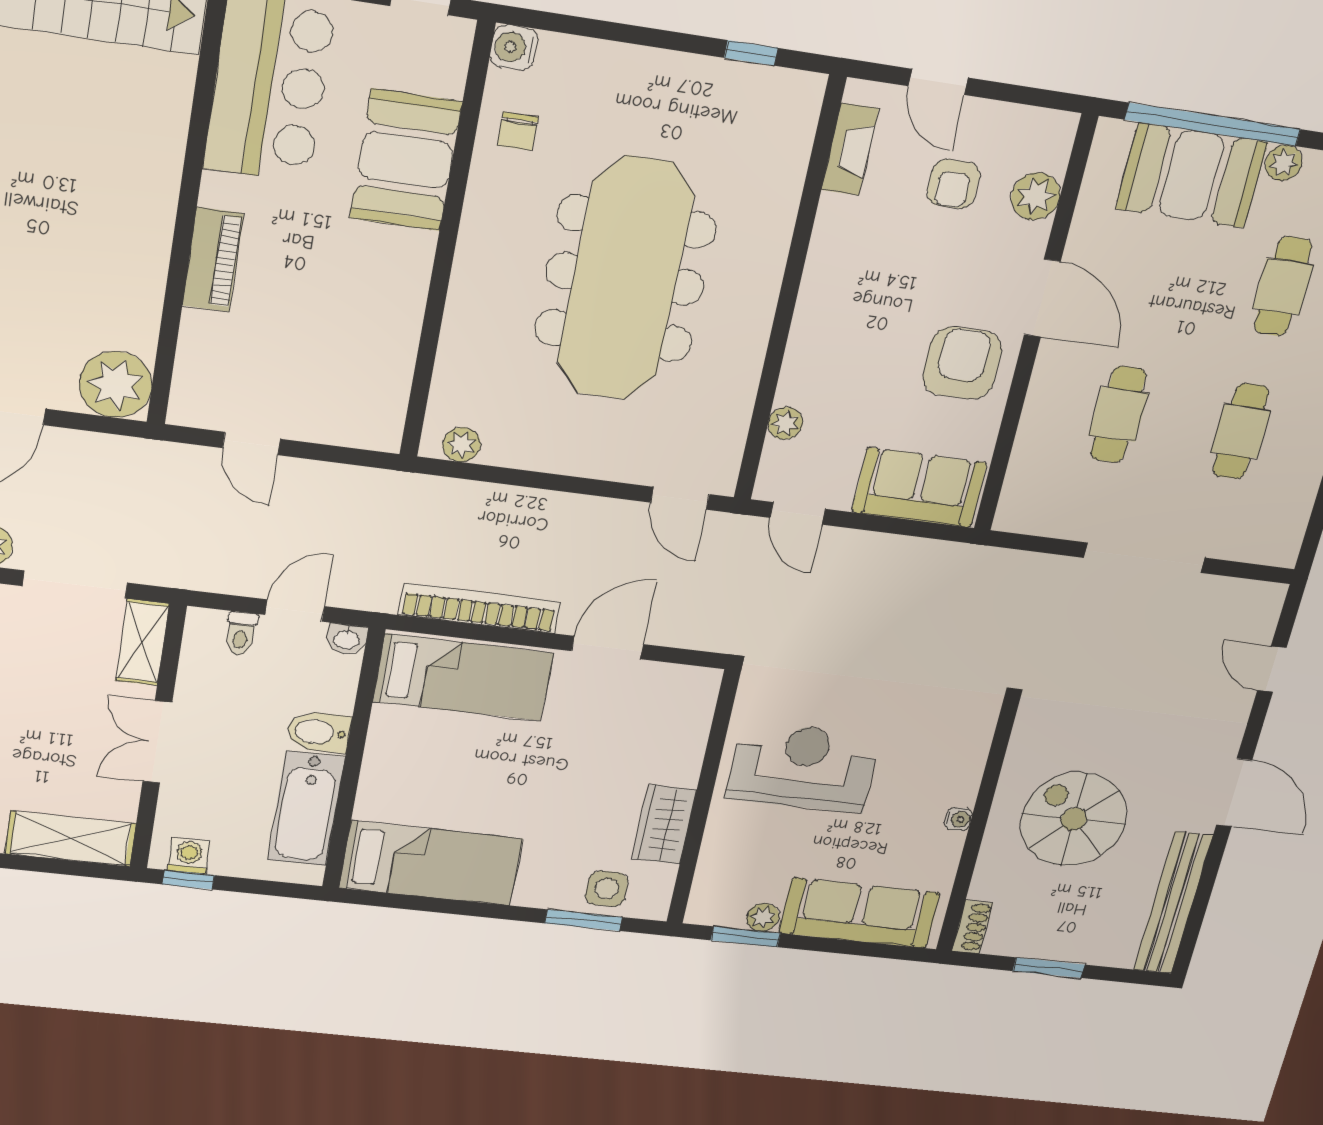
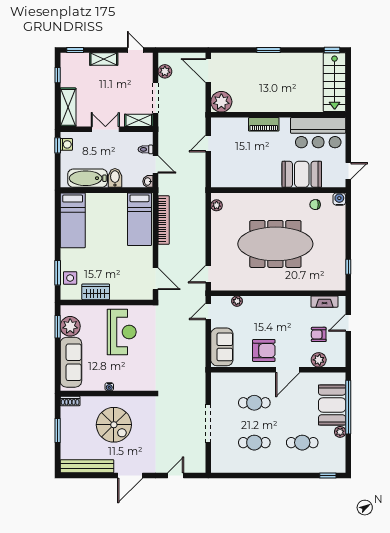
door: (607, 648) -> (155, 279), moved
spiral stairs: (1074, 819) -> (114, 425), turned 90
plant: (763, 917) -> (70, 326), width x1.87, depth x1.87

